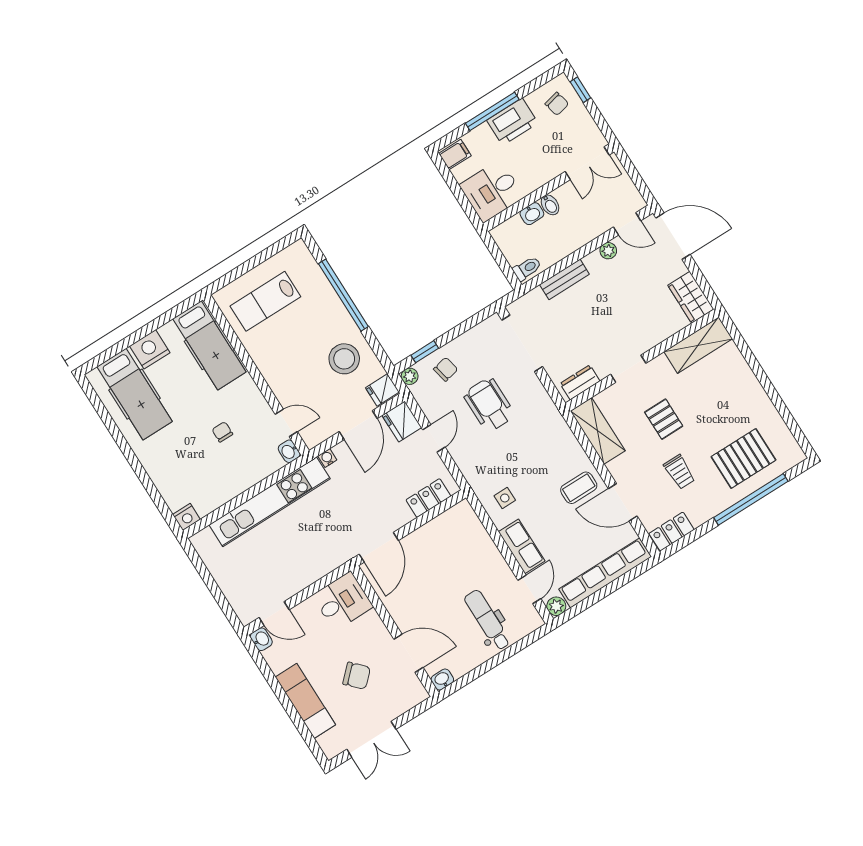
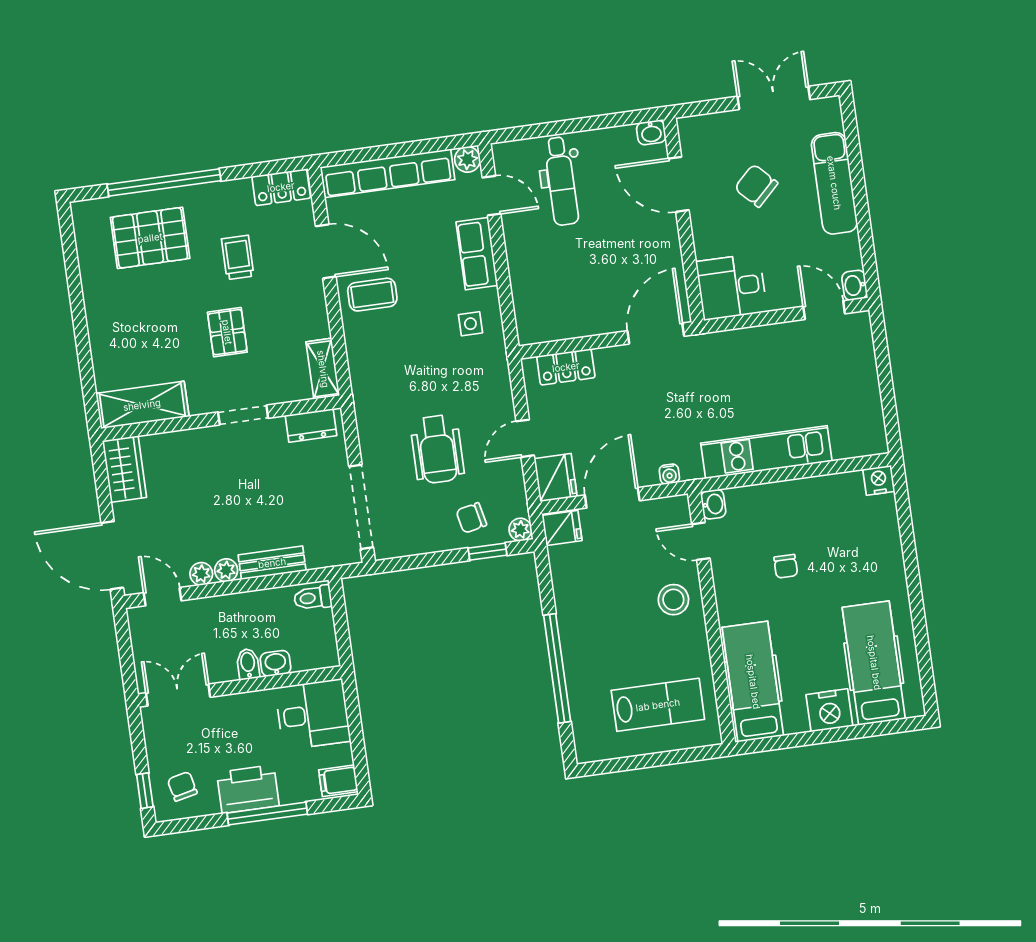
plant: (593, 261) -> (226, 570), added
stool: (344, 359) -> (673, 600), moved, width x0.73, depth x0.73
shelving: (598, 431) -> (323, 369), width x0.67, depth x0.75
kitchen unit: (270, 502) -> (766, 452), width x0.73
door: (529, 589) -> (492, 196), swing flipped

